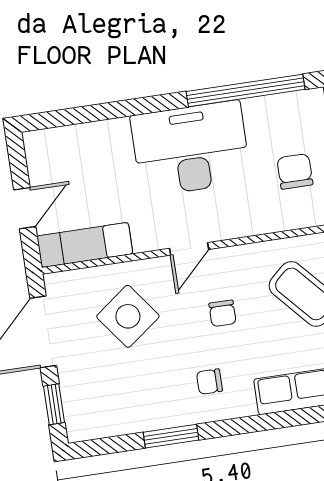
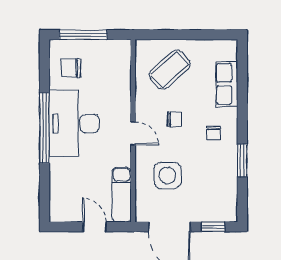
window: (246, 90) -> (45, 128), moved
chair: (295, 171) -> (71, 68), moved
side table: (128, 316) -> (168, 175), turned 37

